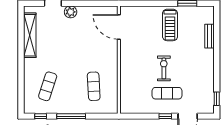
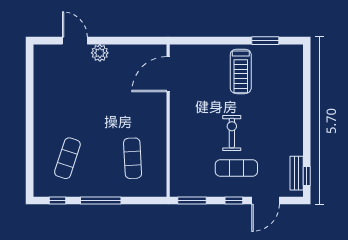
door: (119, 27) -> (168, 74), hinge flipped
shelving: (30, 35) -> (42, 86), removed
bench: (210, 36) -> (297, 173), moved
window: (136, 116) -> (192, 200), added

